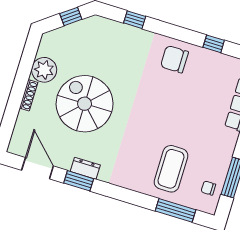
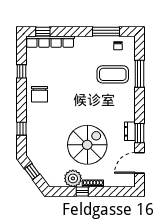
window: (22, 77) -> (82, 191), added
spiral stairs: (85, 104) -> (87, 145), turned 180
window: (175, 210) -> (139, 74), moved

